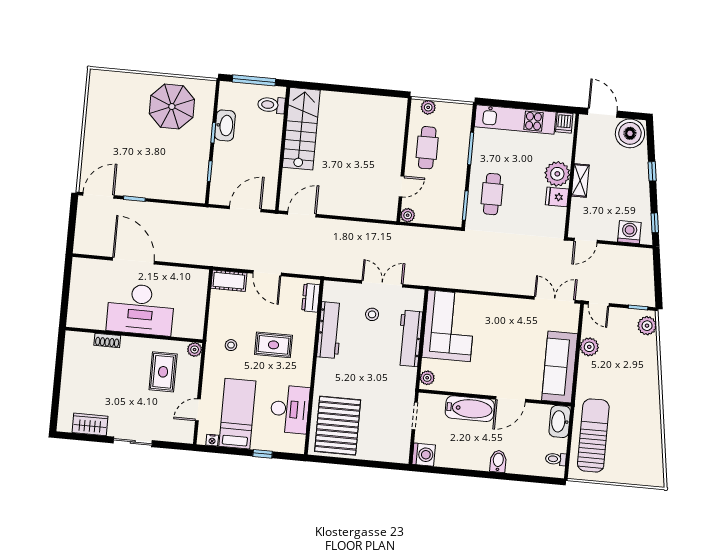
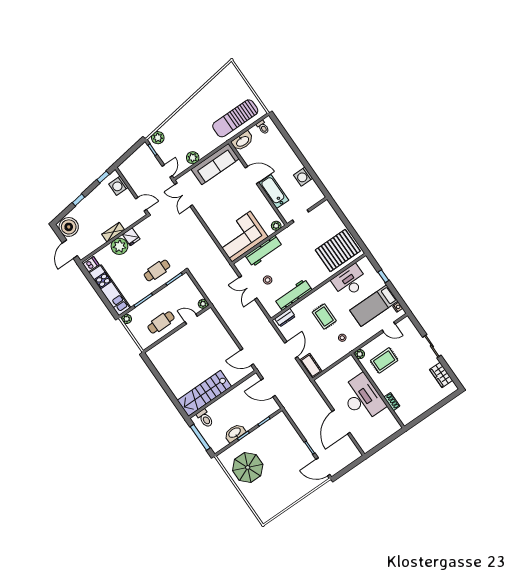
plant: (428, 107) -> (127, 319), moved
washing machine: (424, 455) -> (303, 177), moved, turned -90
bidet: (498, 461) -> (288, 155), removed

